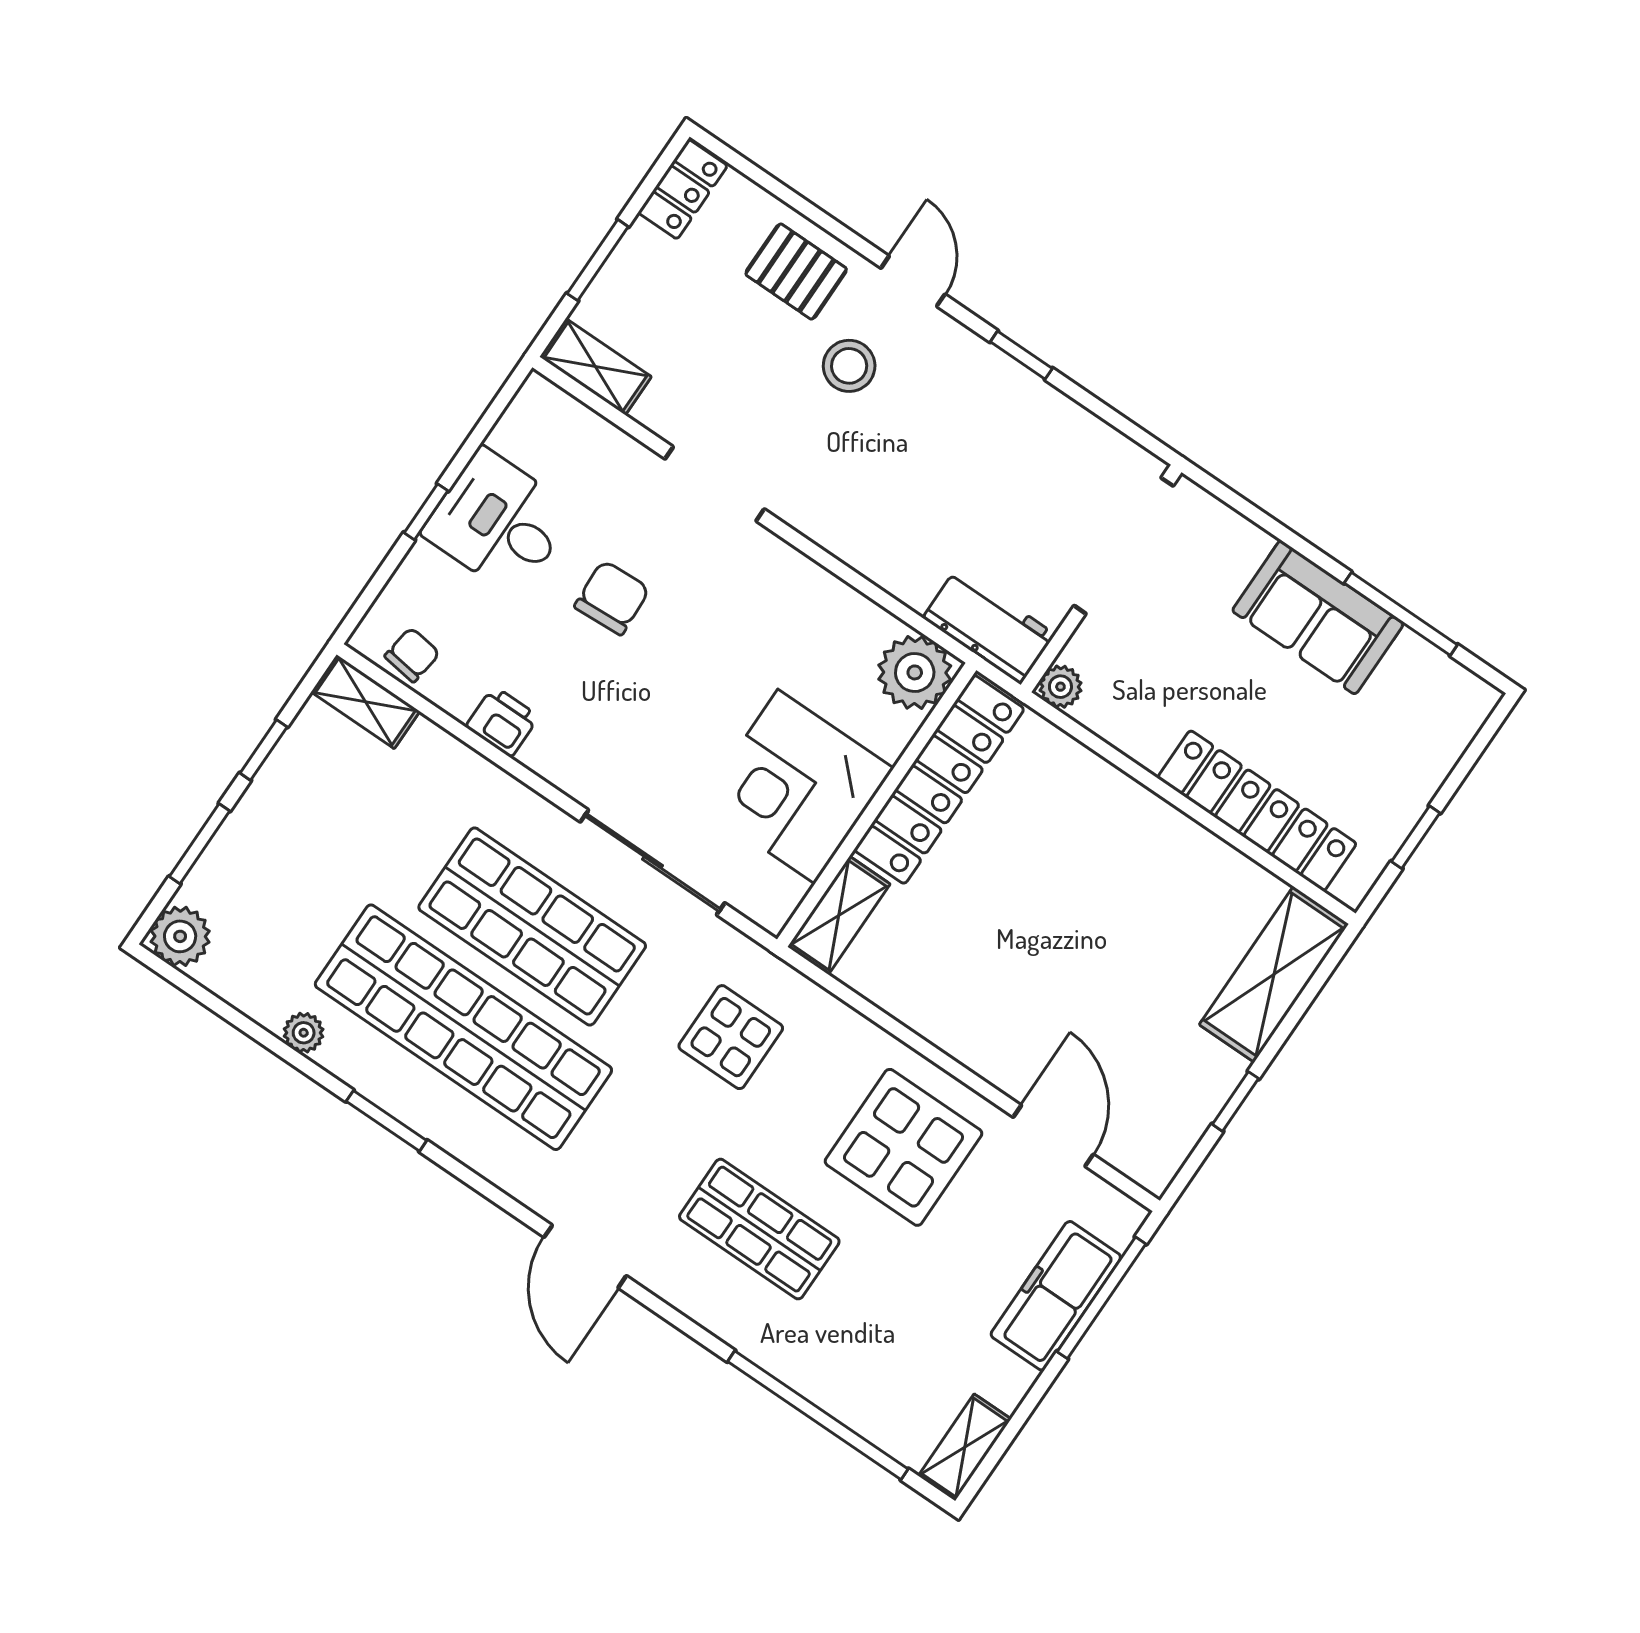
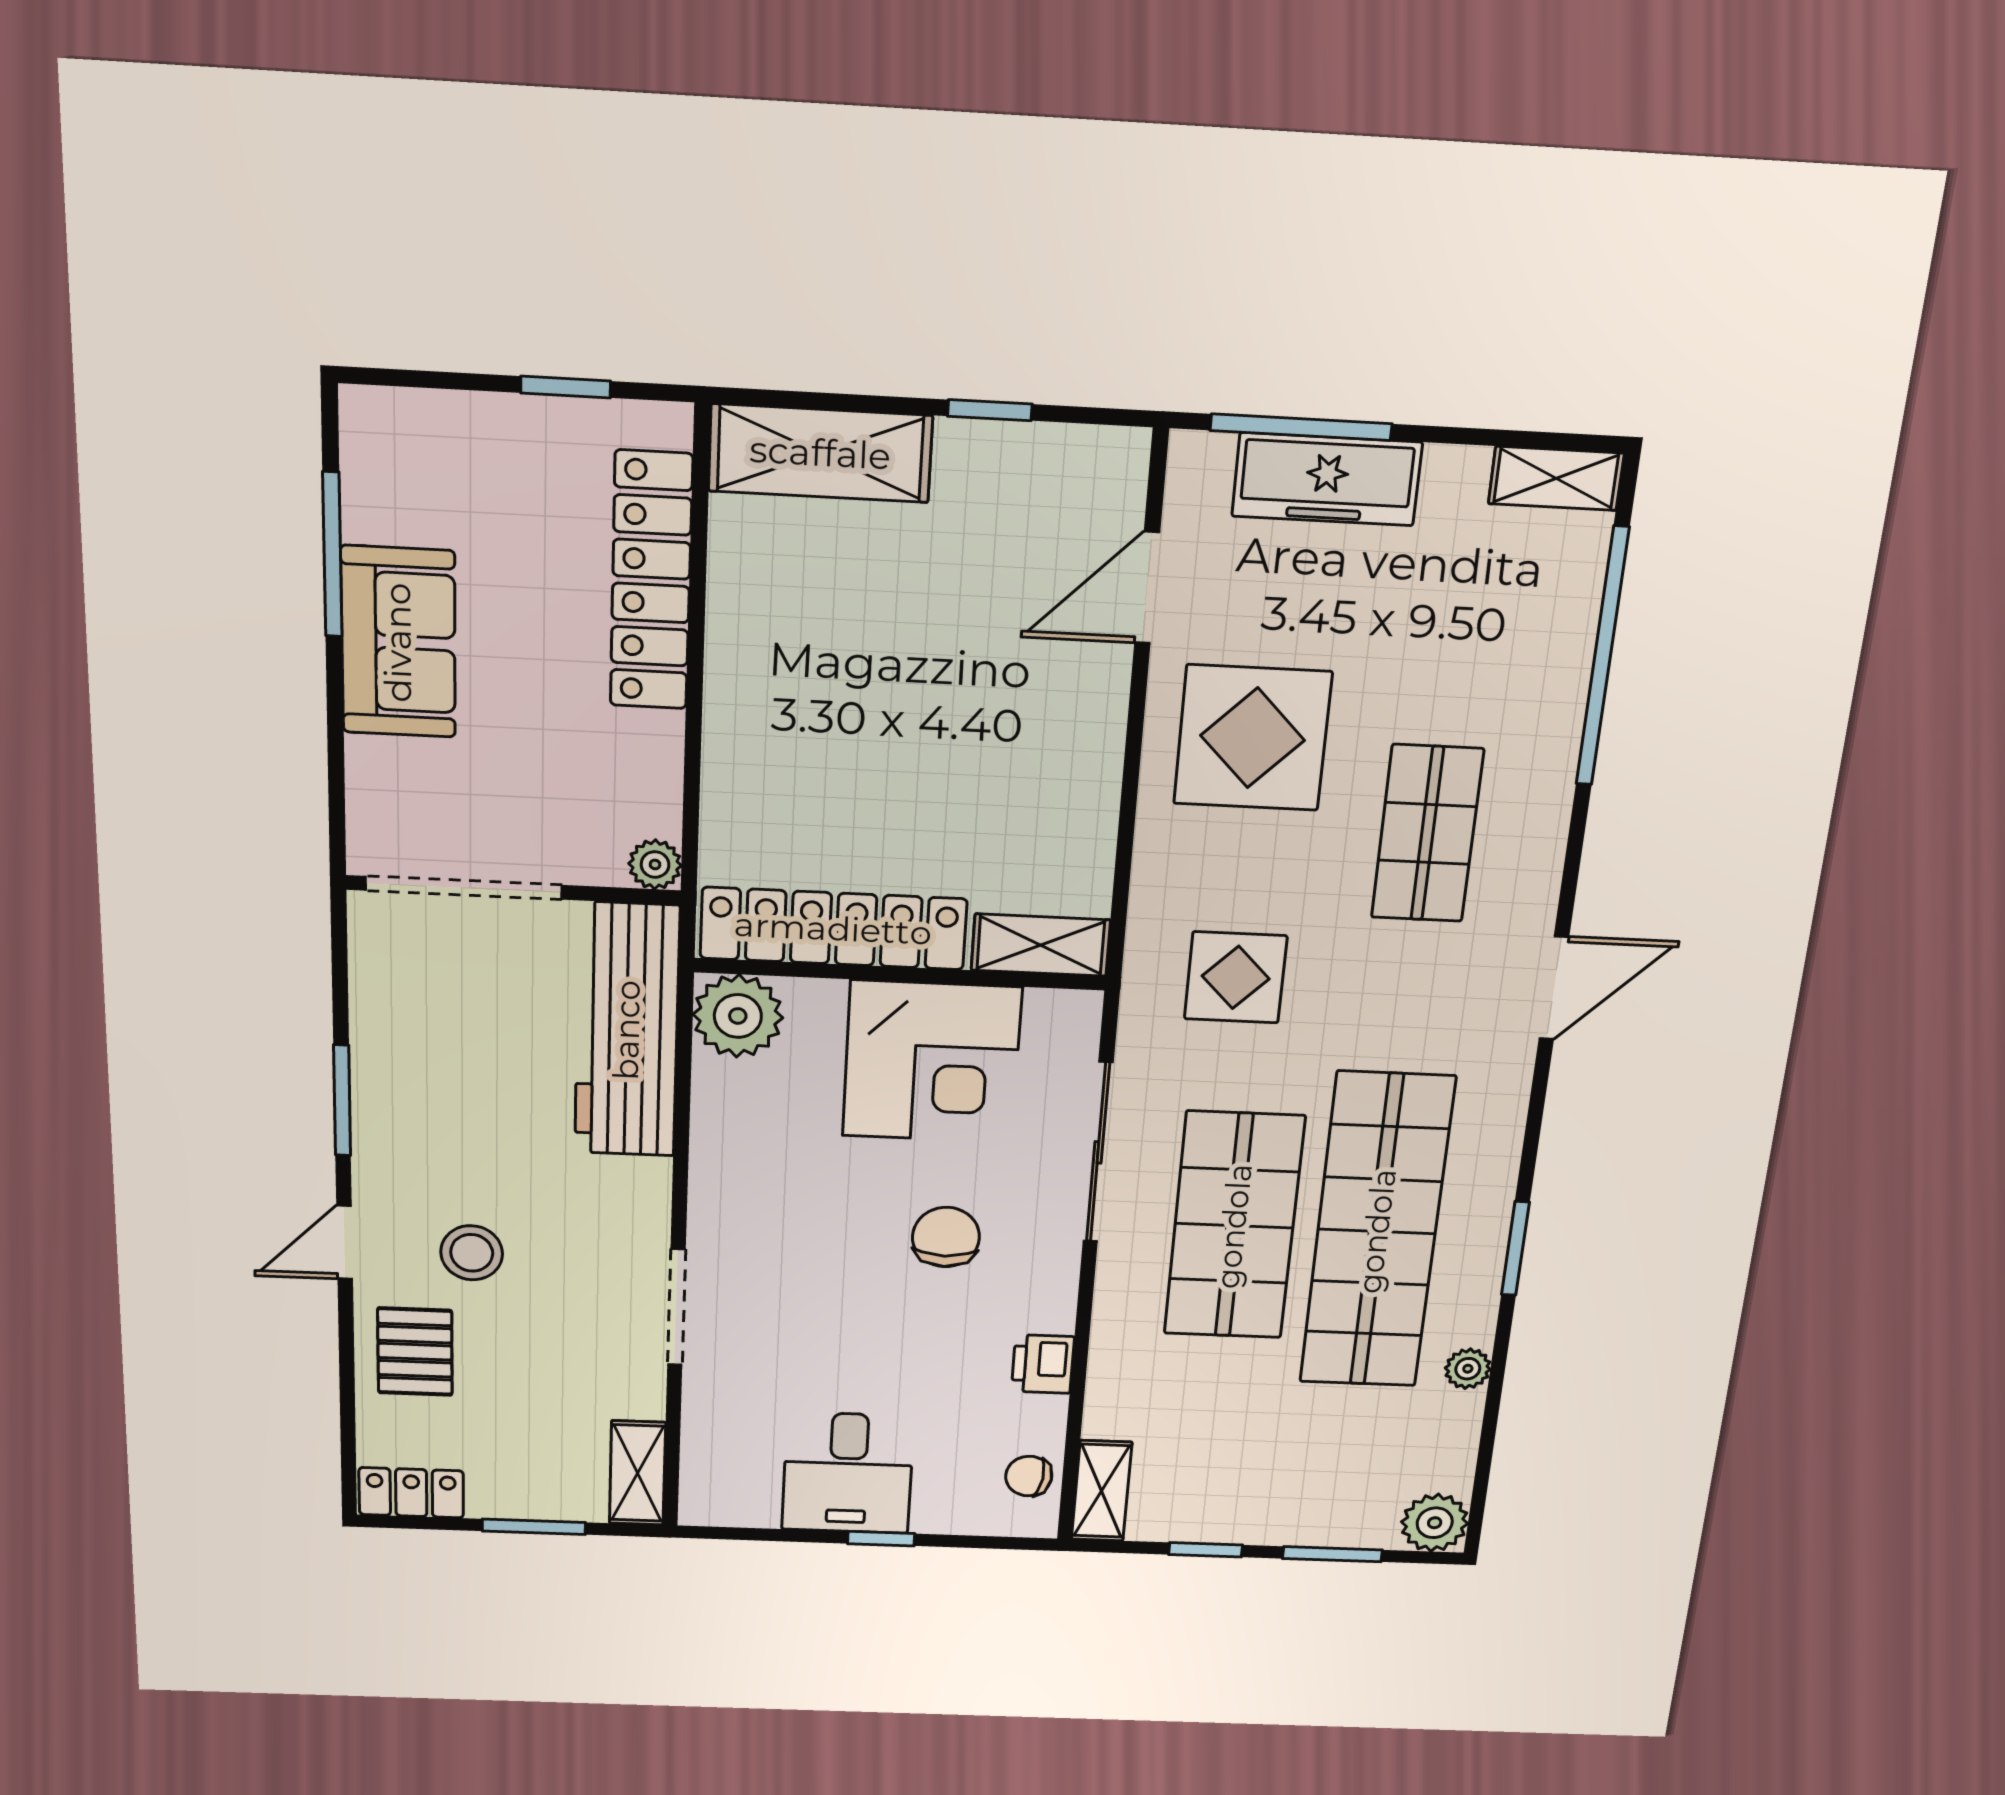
window: (1021, 355) -> (342, 1100), width x1.50
chair: (612, 598) -> (946, 1237), moved, turned 93
workbench: (989, 626) -> (627, 1030), width x1.88, depth x1.32

